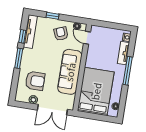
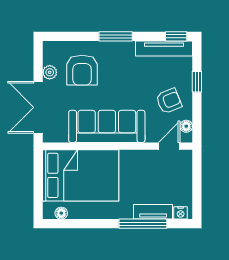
window: (22, 36) -> (176, 36), moved
window: (128, 71) -> (143, 224), moved

